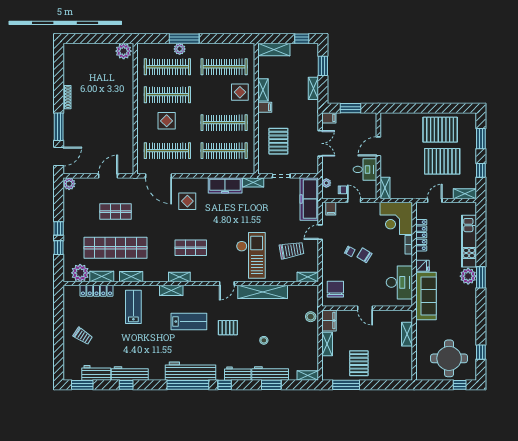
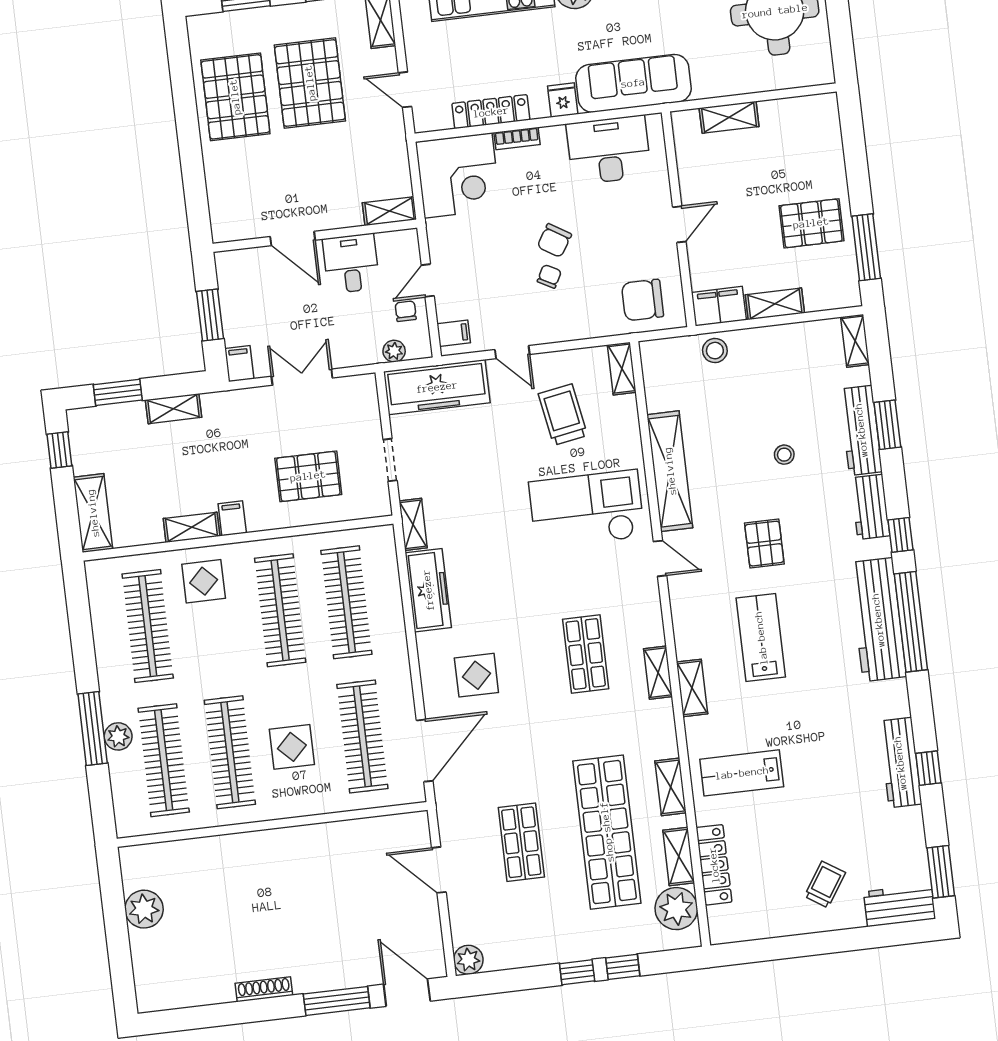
plant: (124, 51) -> (144, 909), moved
workbench: (96, 373) -> (899, 905), moved, turned 90

